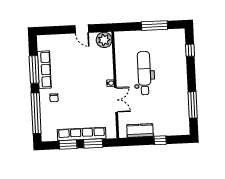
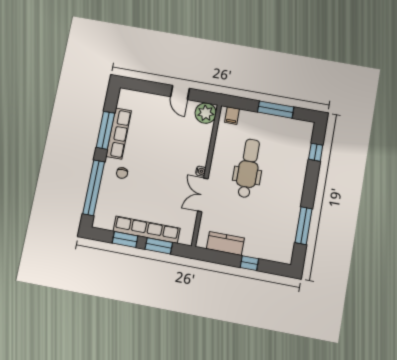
filing cabinet: (124, 37) -> (232, 116), added
double door: (116, 100) -> (203, 195), swing flipped

